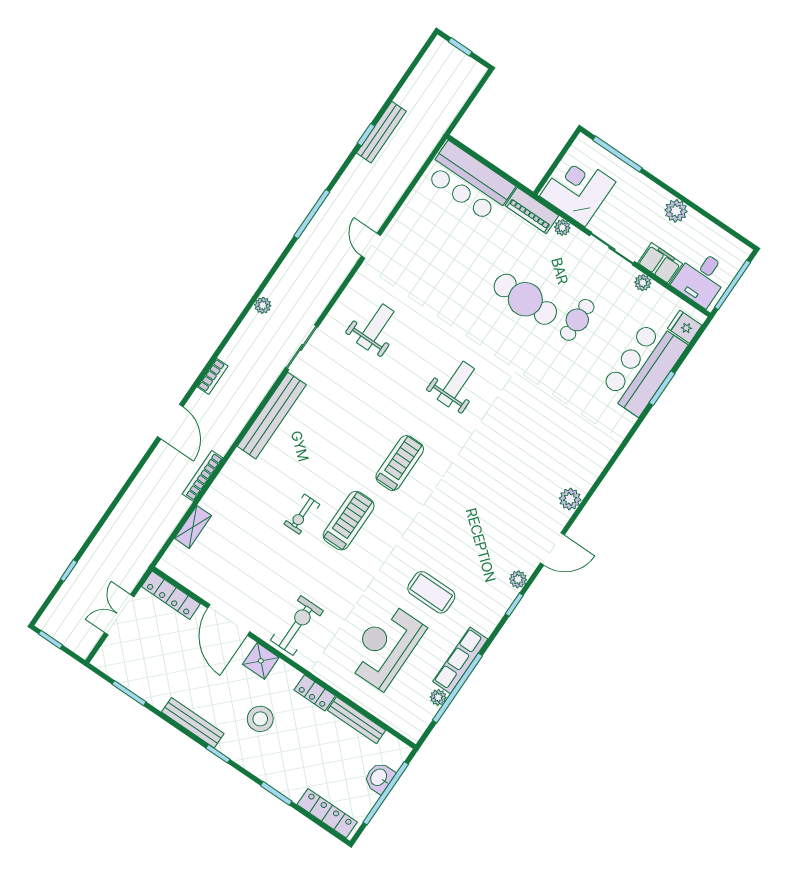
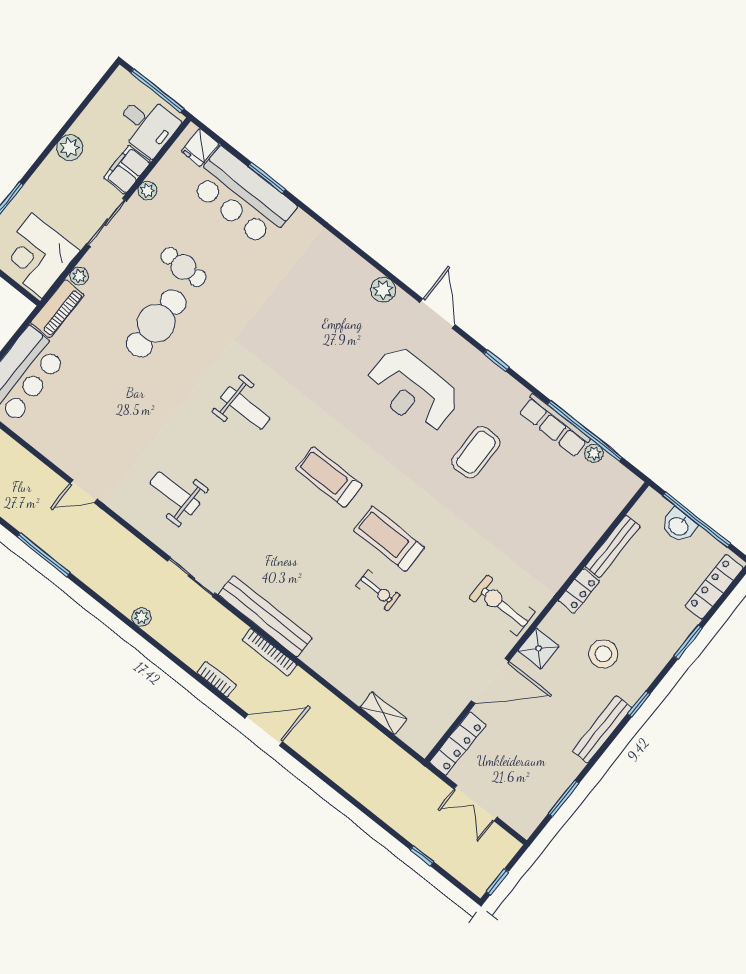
weight bench: (456, 384) -> (245, 408), turned 180
bookcase: (203, 476) -> (269, 652), moved
plant: (518, 579) -> (468, 354), removed
reception desk: (385, 646) -> (413, 390), moved

